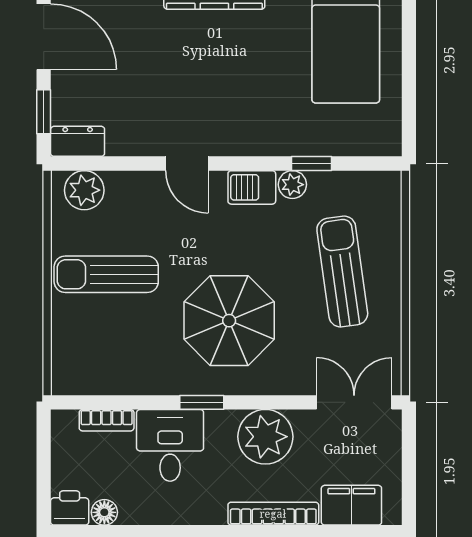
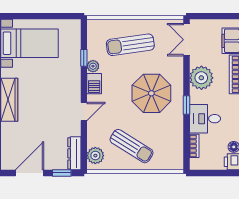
dresser: (78, 141) -> (74, 153), width x1.44
sun lounger: (106, 274) -> (132, 146), turned -58

